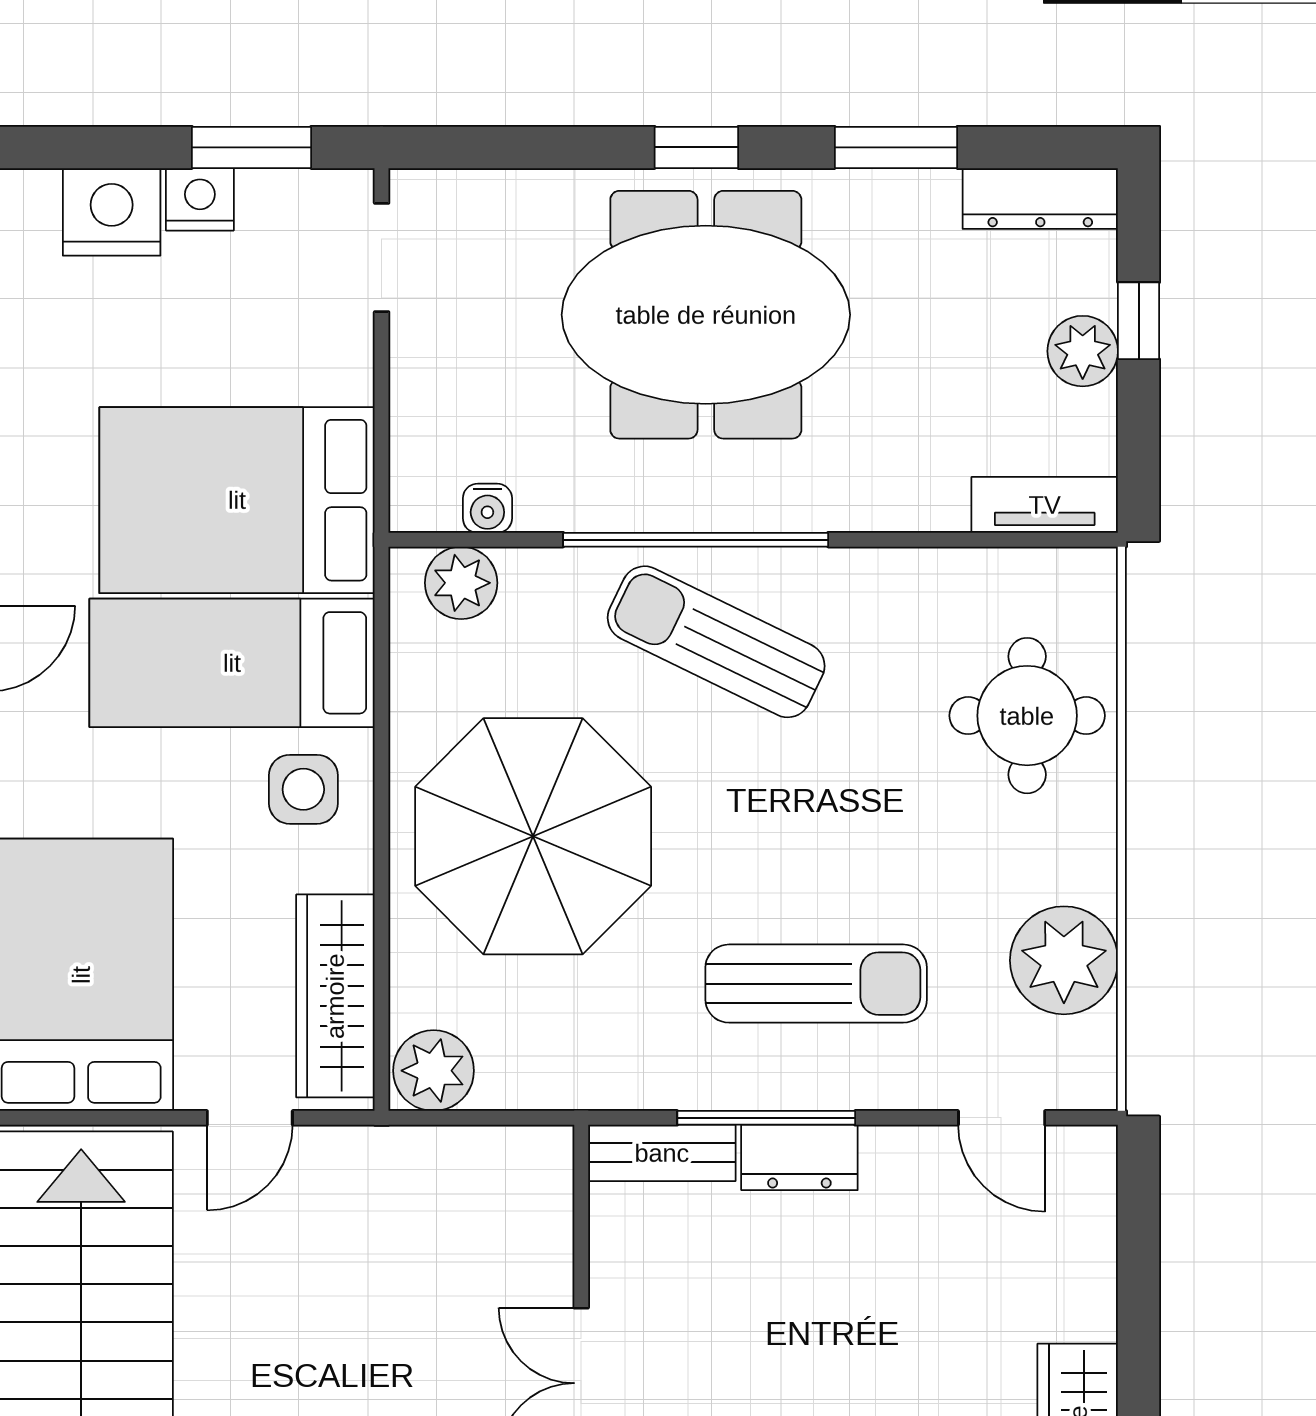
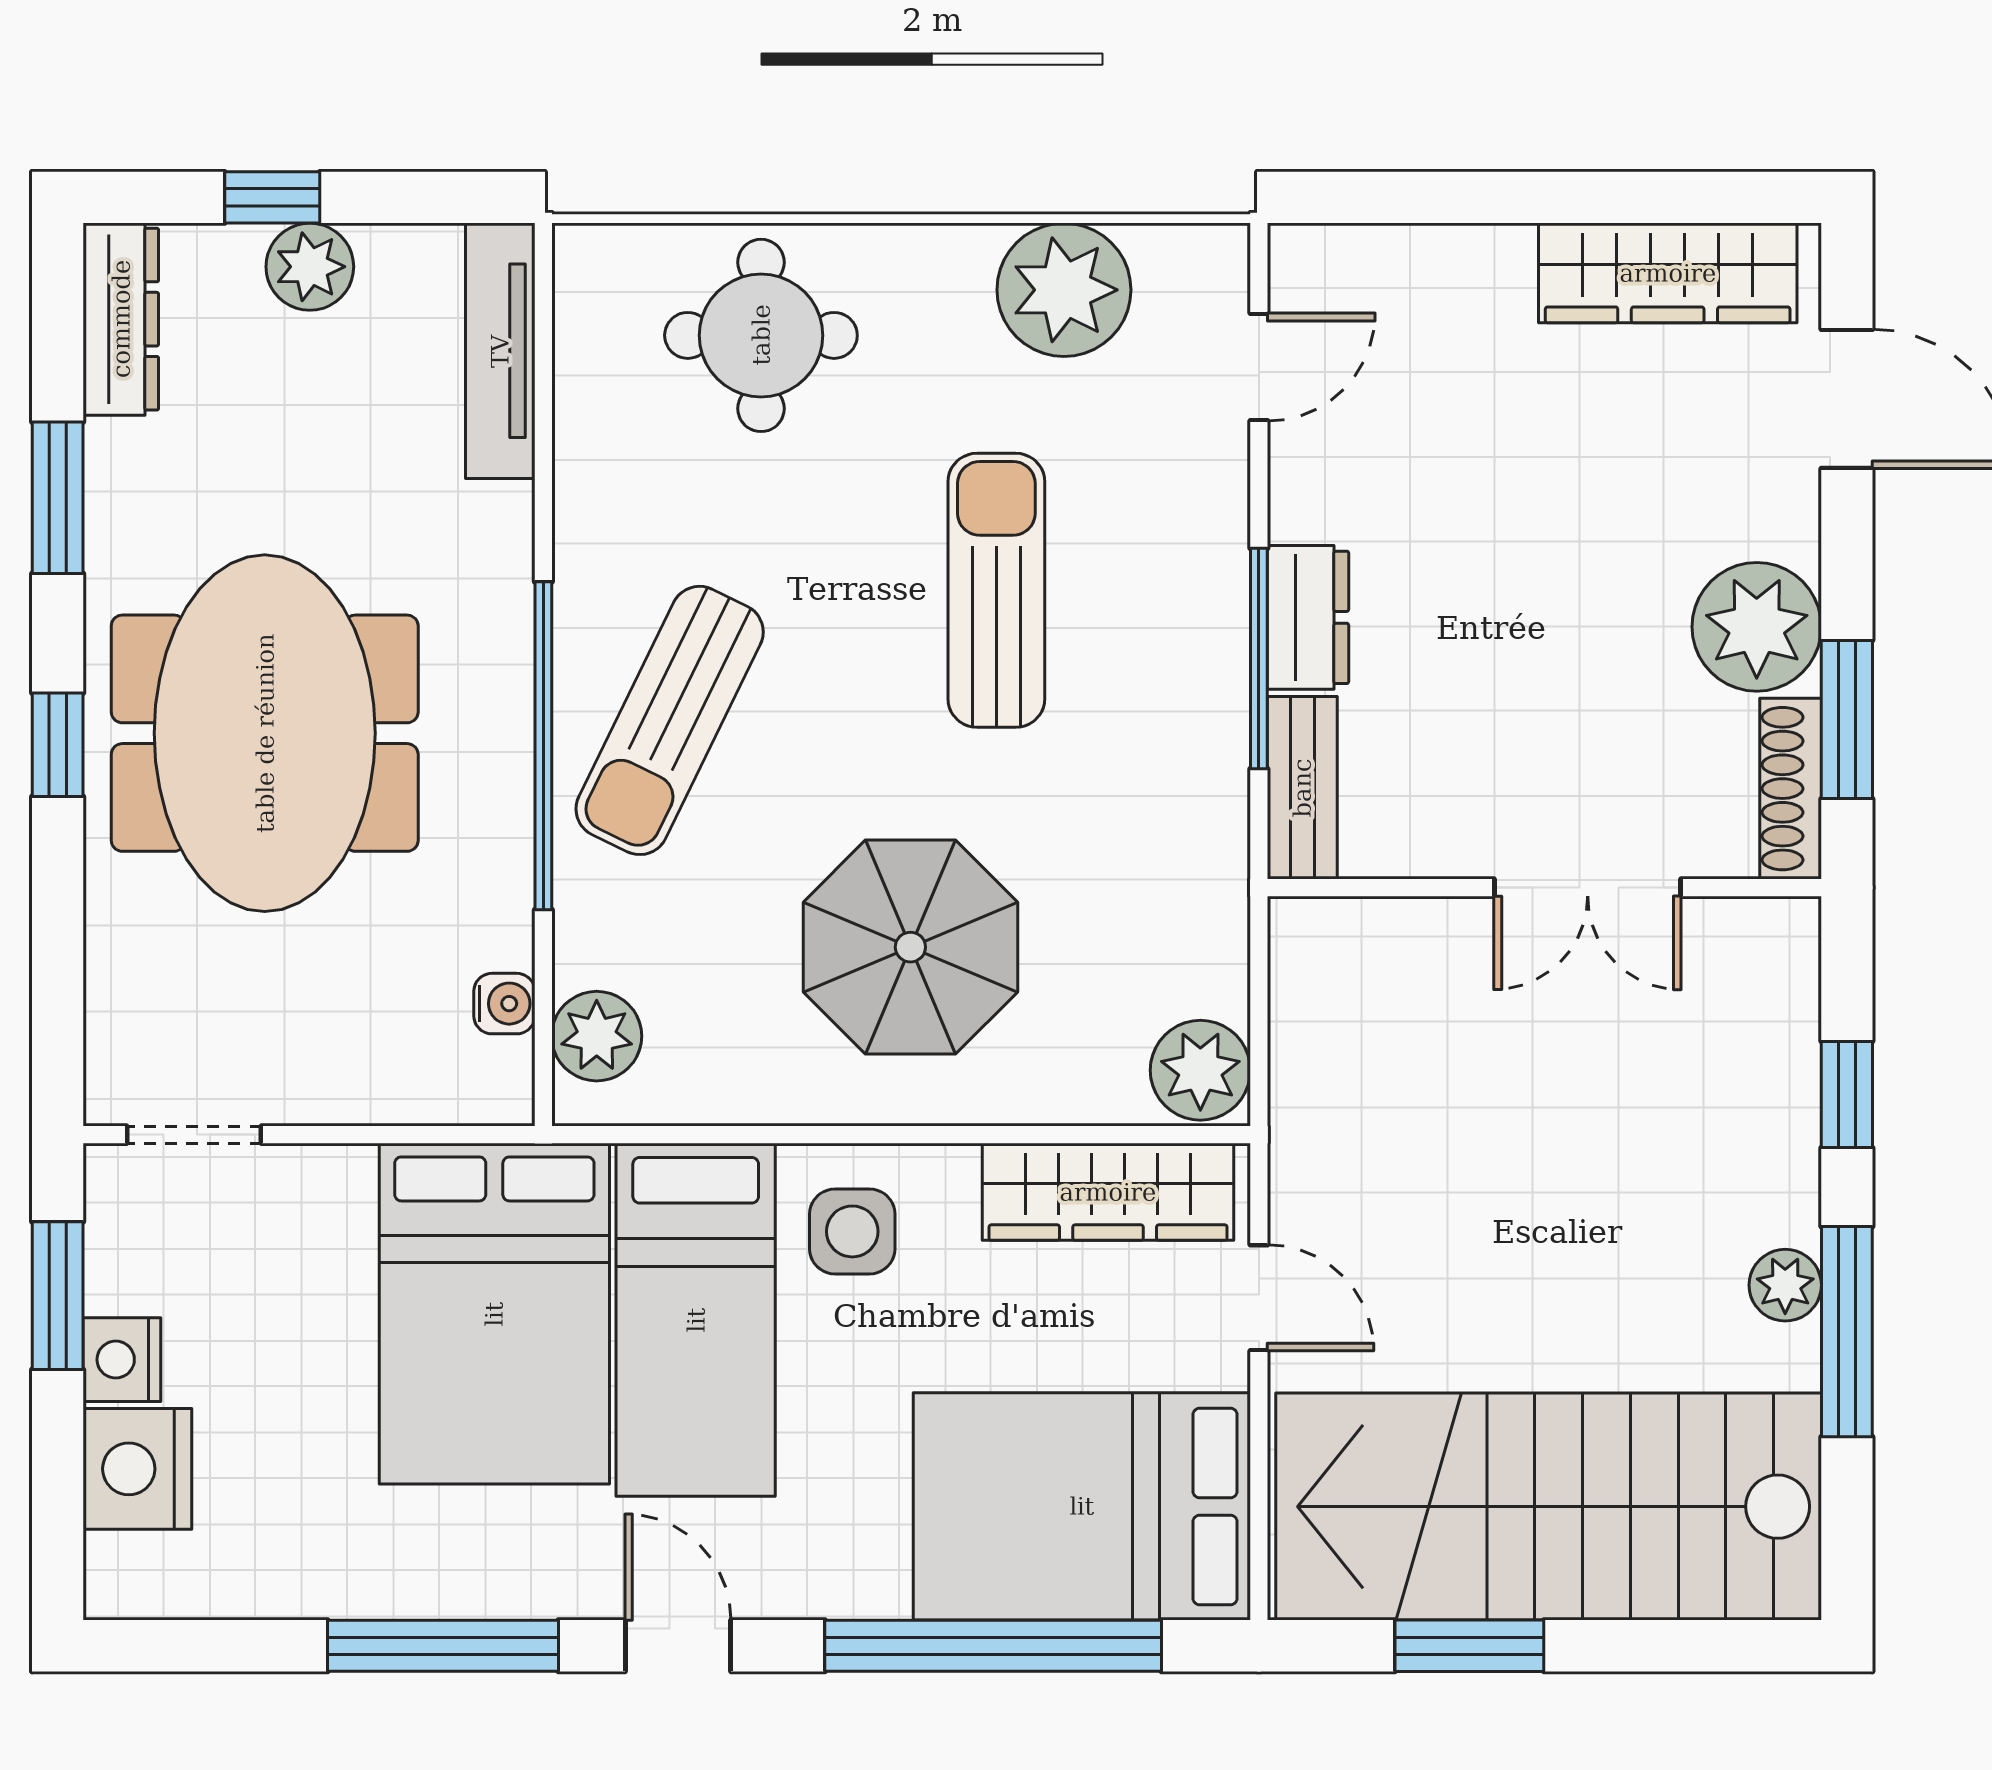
tv unit: (1045, 505) -> (500, 351), width x1.41
parasol: (533, 836) -> (910, 947), width x0.73, depth x0.73
sun lounger: (816, 984) -> (996, 590), moved

